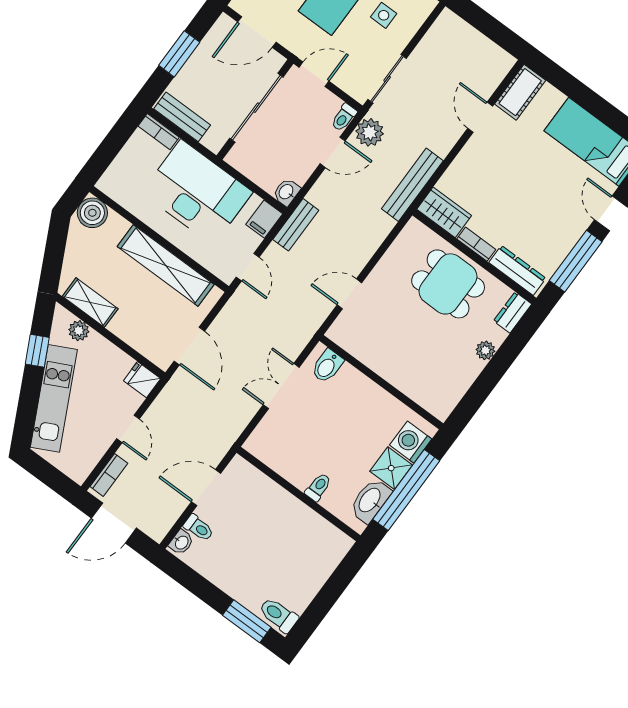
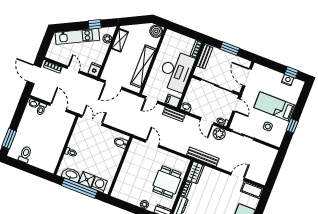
double door: (281, 386) -> (92, 120), moved
door: (128, 429) -> (73, 70), swing flipped
toilet: (278, 615) -> (25, 154), moved

